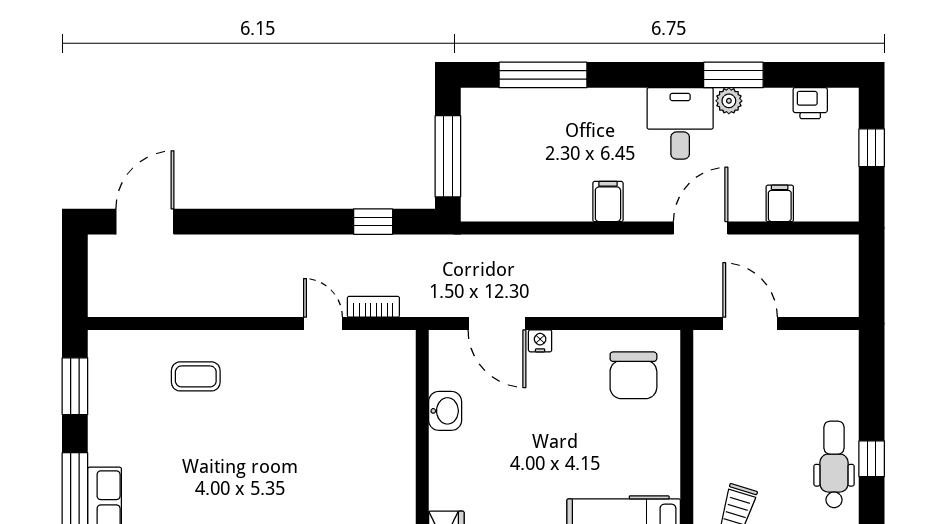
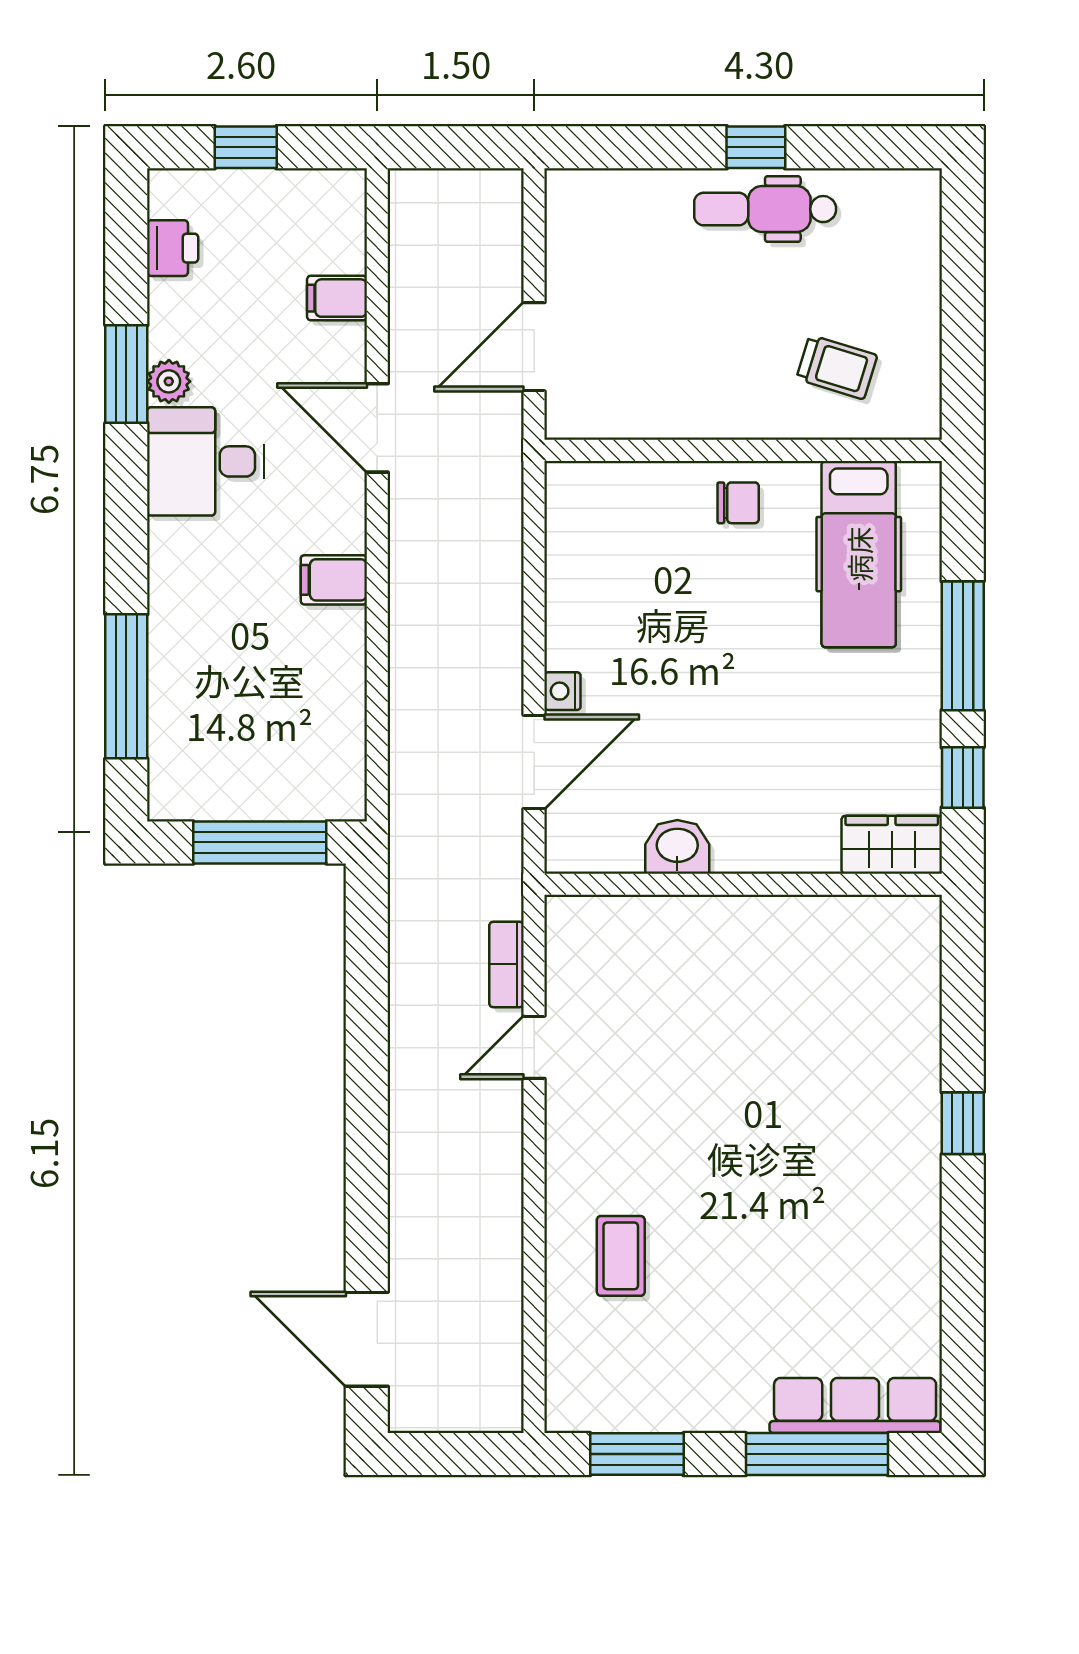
window: (373, 222) -> (367, 965), removed
chair: (633, 375) -> (738, 503), moved, width x0.54, depth x0.54

